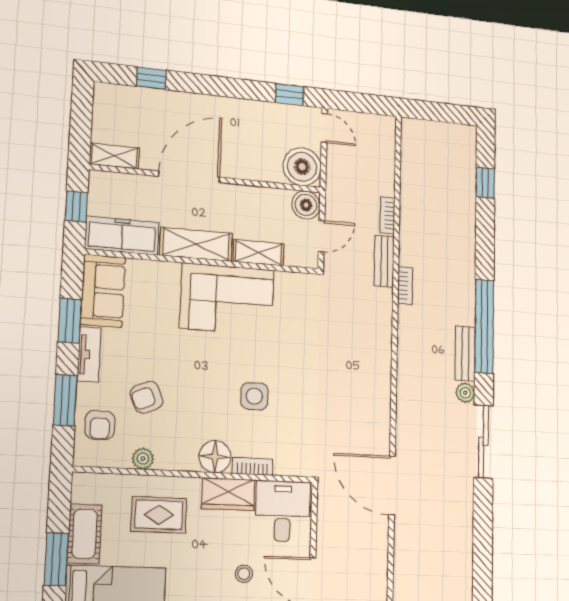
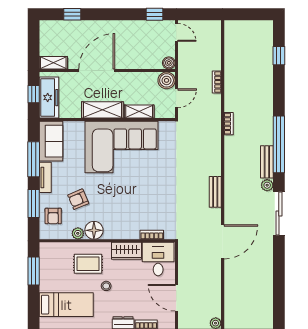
boiler: (302, 167) -> (169, 63), width x0.54, depth x0.54
freezer: (122, 236) -> (49, 98), moved, turned 90
bench: (384, 261) -> (215, 192), moved
corner sofa: (227, 299) -> (122, 147), width x1.36, depth x1.36
window: (70, 321) -> (34, 159), width x1.44
side table: (254, 396) -> (140, 195), removed
floor lamp: (215, 457) -> (94, 230), moved
bookcase: (253, 466) -> (152, 235), moved
door: (392, 486) -> (223, 242), swing flipped
cot: (85, 534) -> (48, 276), removed
window: (56, 559) -> (34, 271), moved
stool: (244, 574) -> (106, 286), moved

